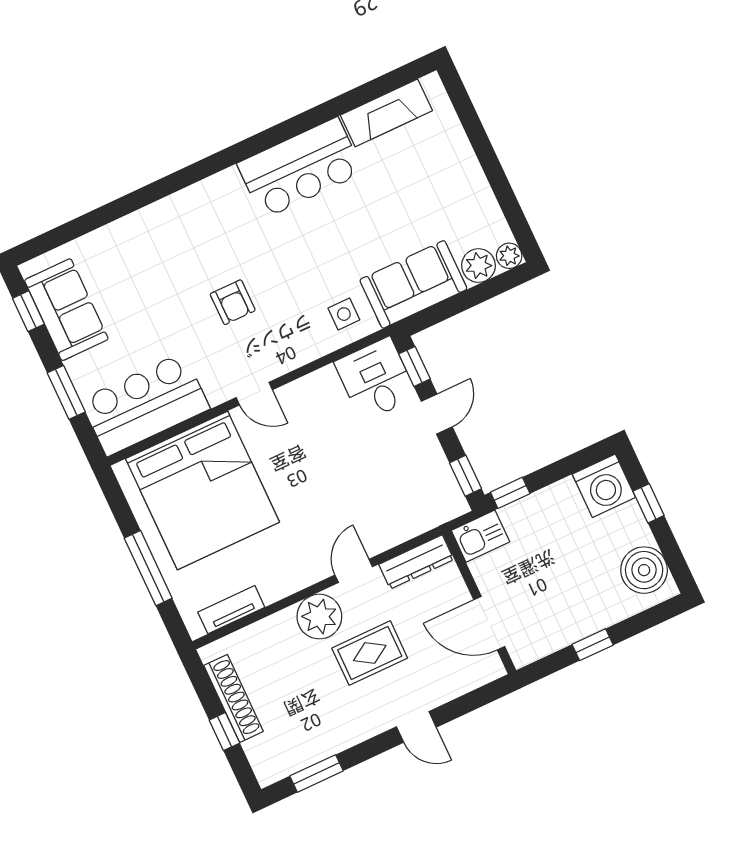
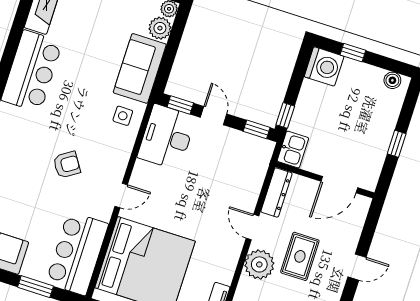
armchair: (233, 302) -> (67, 165), turned -33
desk: (376, 379) -> (167, 137), width x1.37
boiler: (644, 570) -> (392, 80), width x0.54, depth x0.54

